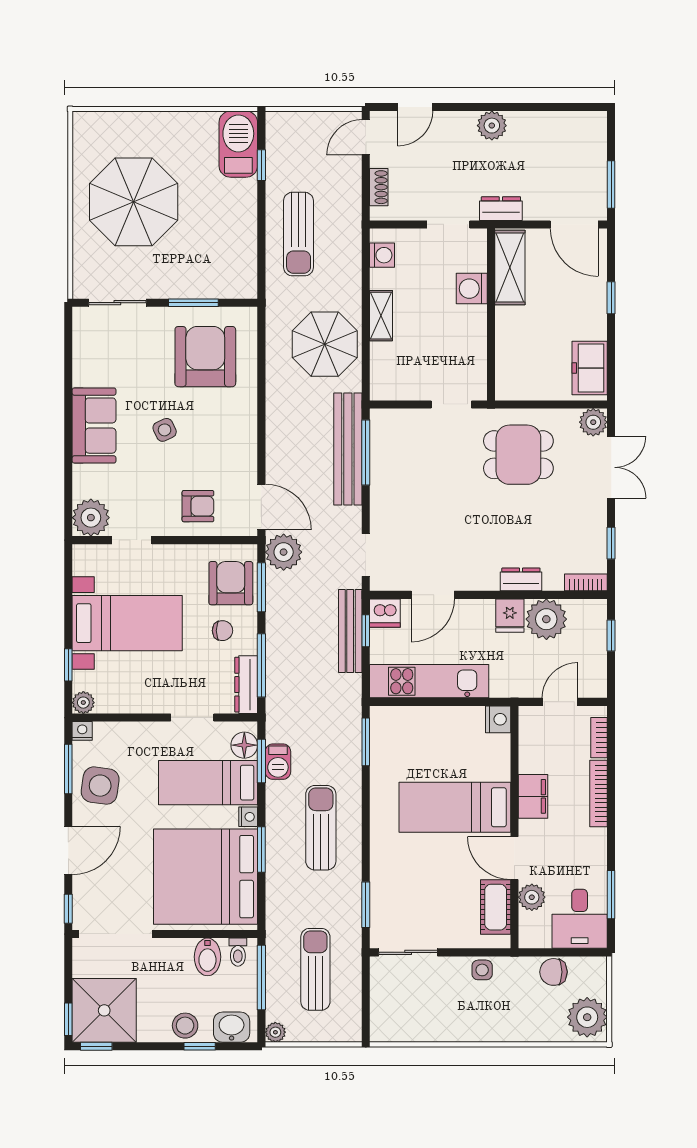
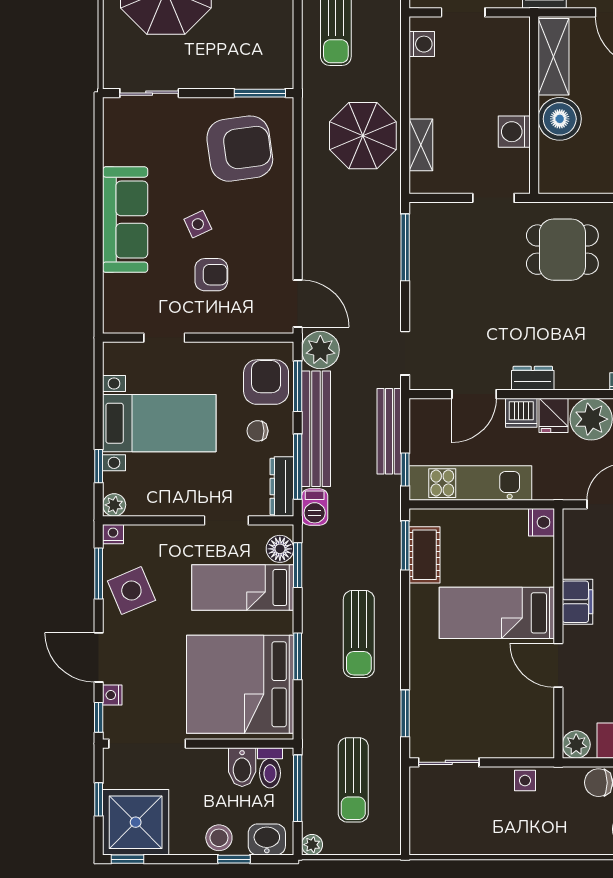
doorway: (448, 224) -> (463, 12), moved
washing machine: (472, 289) -> (514, 132), moved
window: (193, 303) -> (260, 93), moved
shelving: (381, 316) -> (421, 145), moved
boiler: (516, 328) -> (560, 119), added
armchair: (205, 357) -> (240, 149), turned 82
sofa: (94, 426) -> (125, 220), width x1.36
bench: (348, 449) -> (316, 429), moved
armchair: (198, 506) -> (211, 275), moved
plant: (91, 518) -> (122, 314), removed
dresser: (521, 579) -> (533, 378), moved
dishwasher: (385, 613) -> (521, 413), moved
chair: (222, 631) -> (257, 431), turned 180
window: (366, 631) -> (405, 470), moved
barbecue: (278, 762) -> (315, 507), moved
side table: (100, 786) -> (131, 591), turned -31
nightstand: (248, 817) -> (112, 695), moved, turned 180
sun lounger: (321, 828) -> (359, 634), turned 180
door: (68, 850) -> (99, 657), swing flipped
plant: (532, 897) -> (576, 745), moved
cot: (496, 907) -> (425, 555), moved
toilet: (238, 952) -> (270, 768), width x1.37, depth x1.39
sun lounger: (315, 969) -> (353, 780), turned 180
window: (68, 1019) -> (99, 799), moved

